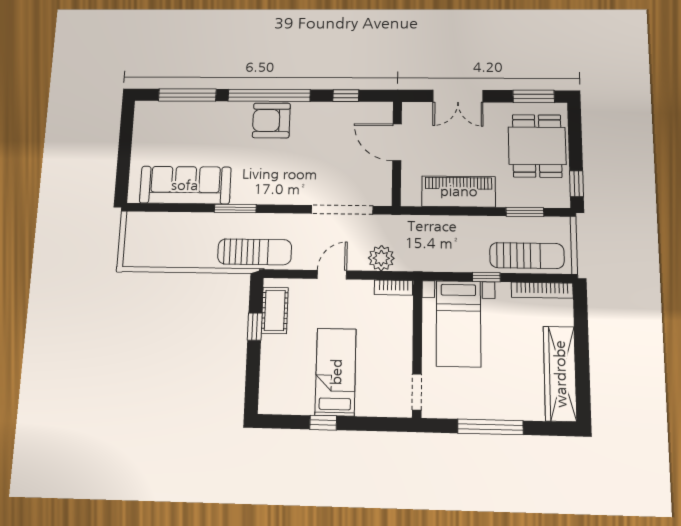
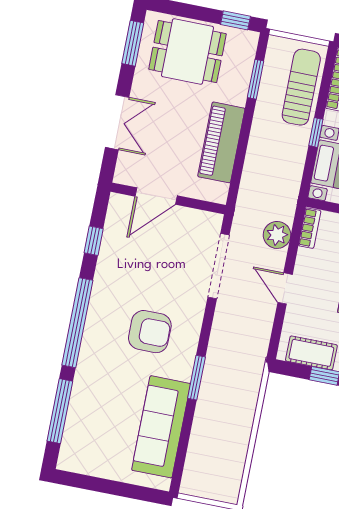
armchair: (271, 120) -> (150, 332), moved, turned -90
sun lounger: (255, 252) -> (247, 364), removed

